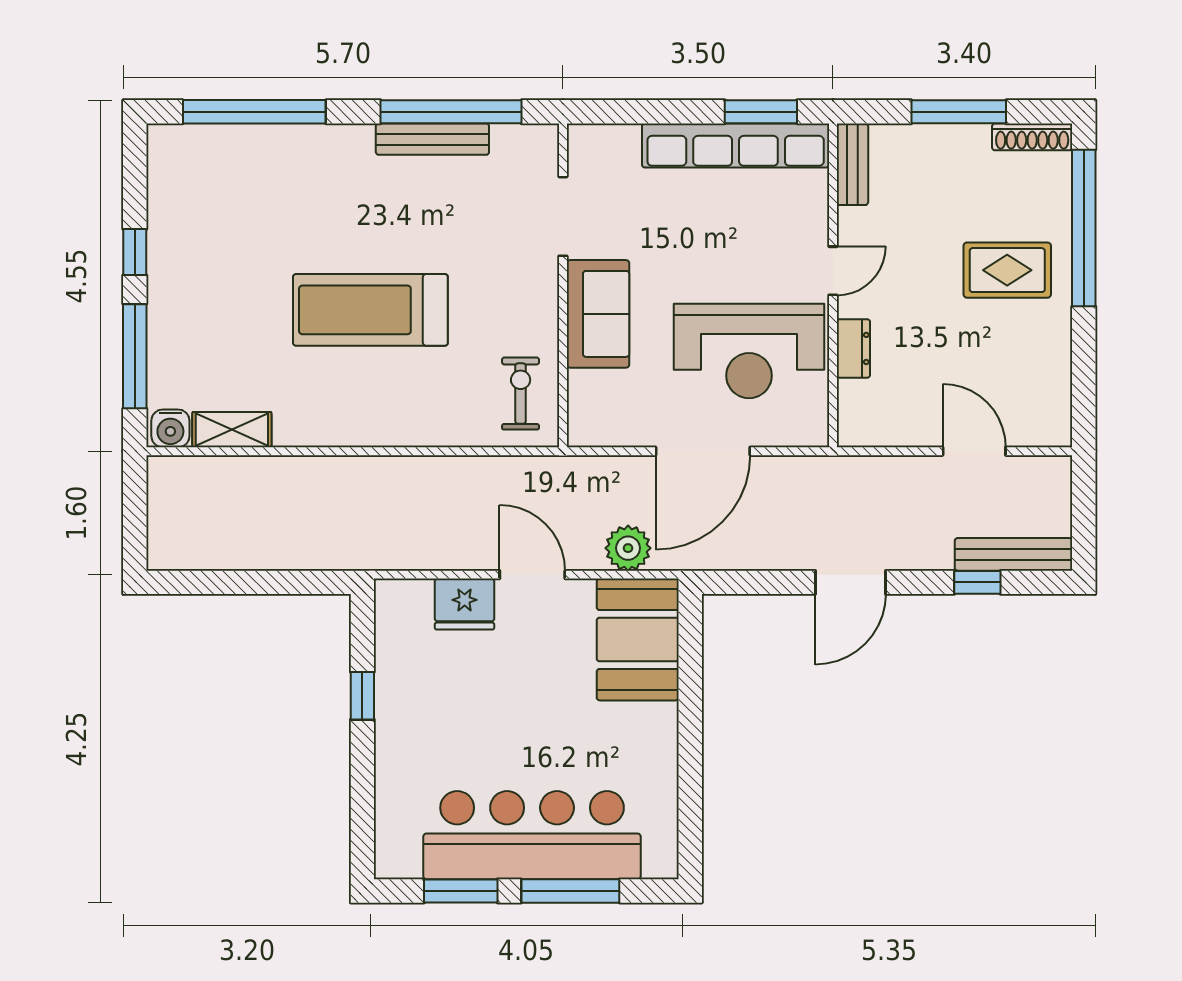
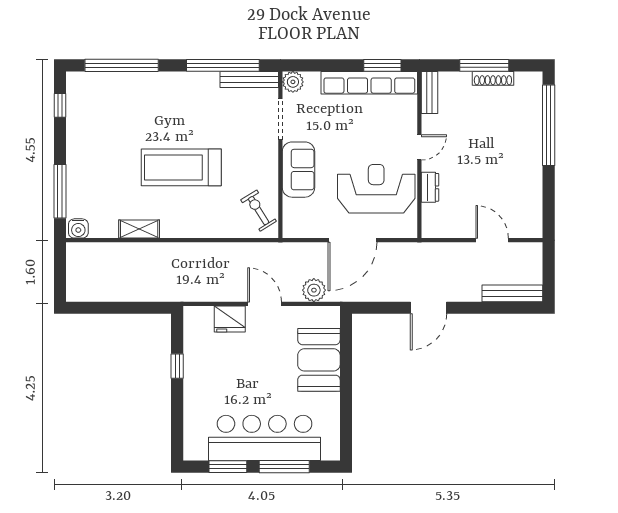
shoe rack: (1032, 137) -> (493, 78), moved
bench: (432, 139) -> (249, 80), moved
plant: (587, 144) -> (293, 82), added
window: (135, 252) -> (60, 105), moved
rug: (1007, 270) -> (509, 147), removed
reception desk: (749, 351) -> (376, 189), turned 180
exercise bike: (521, 394) -> (259, 211), turned -32
shelving: (232, 430) -> (139, 229), moved
window: (977, 582) -> (494, 308), removed
booth: (638, 640) -> (319, 360), moved

